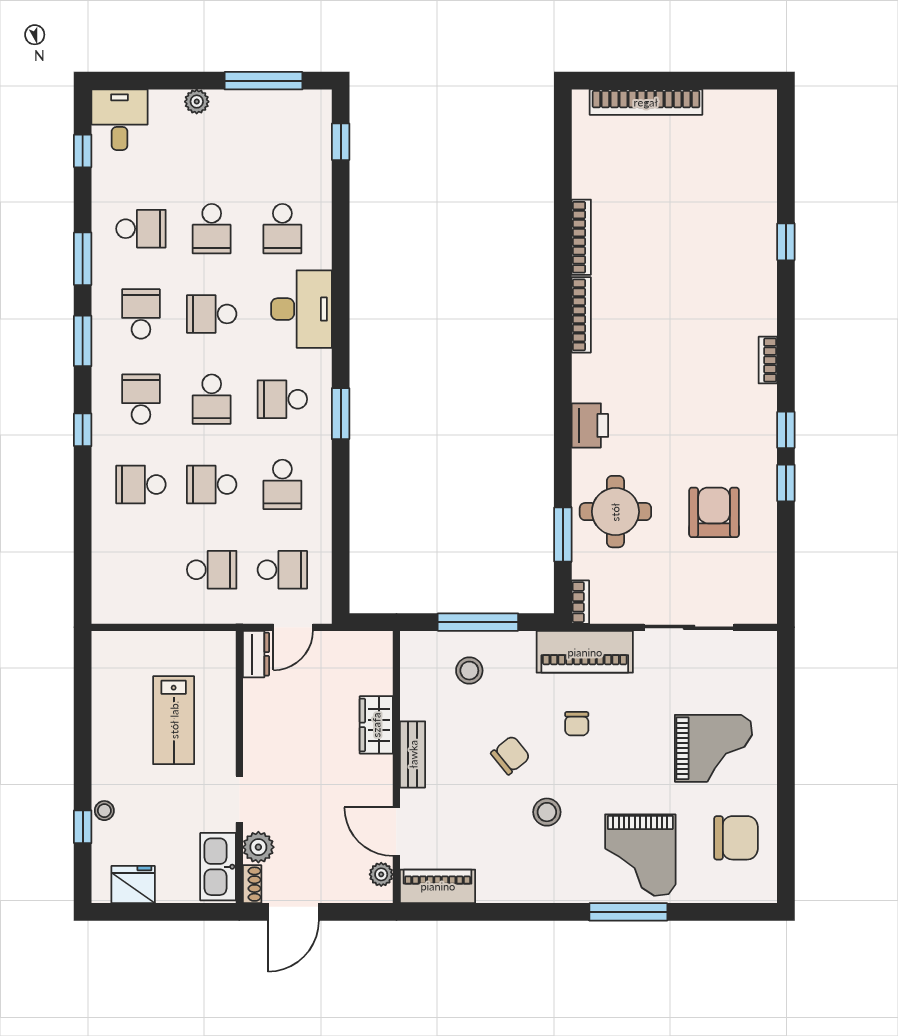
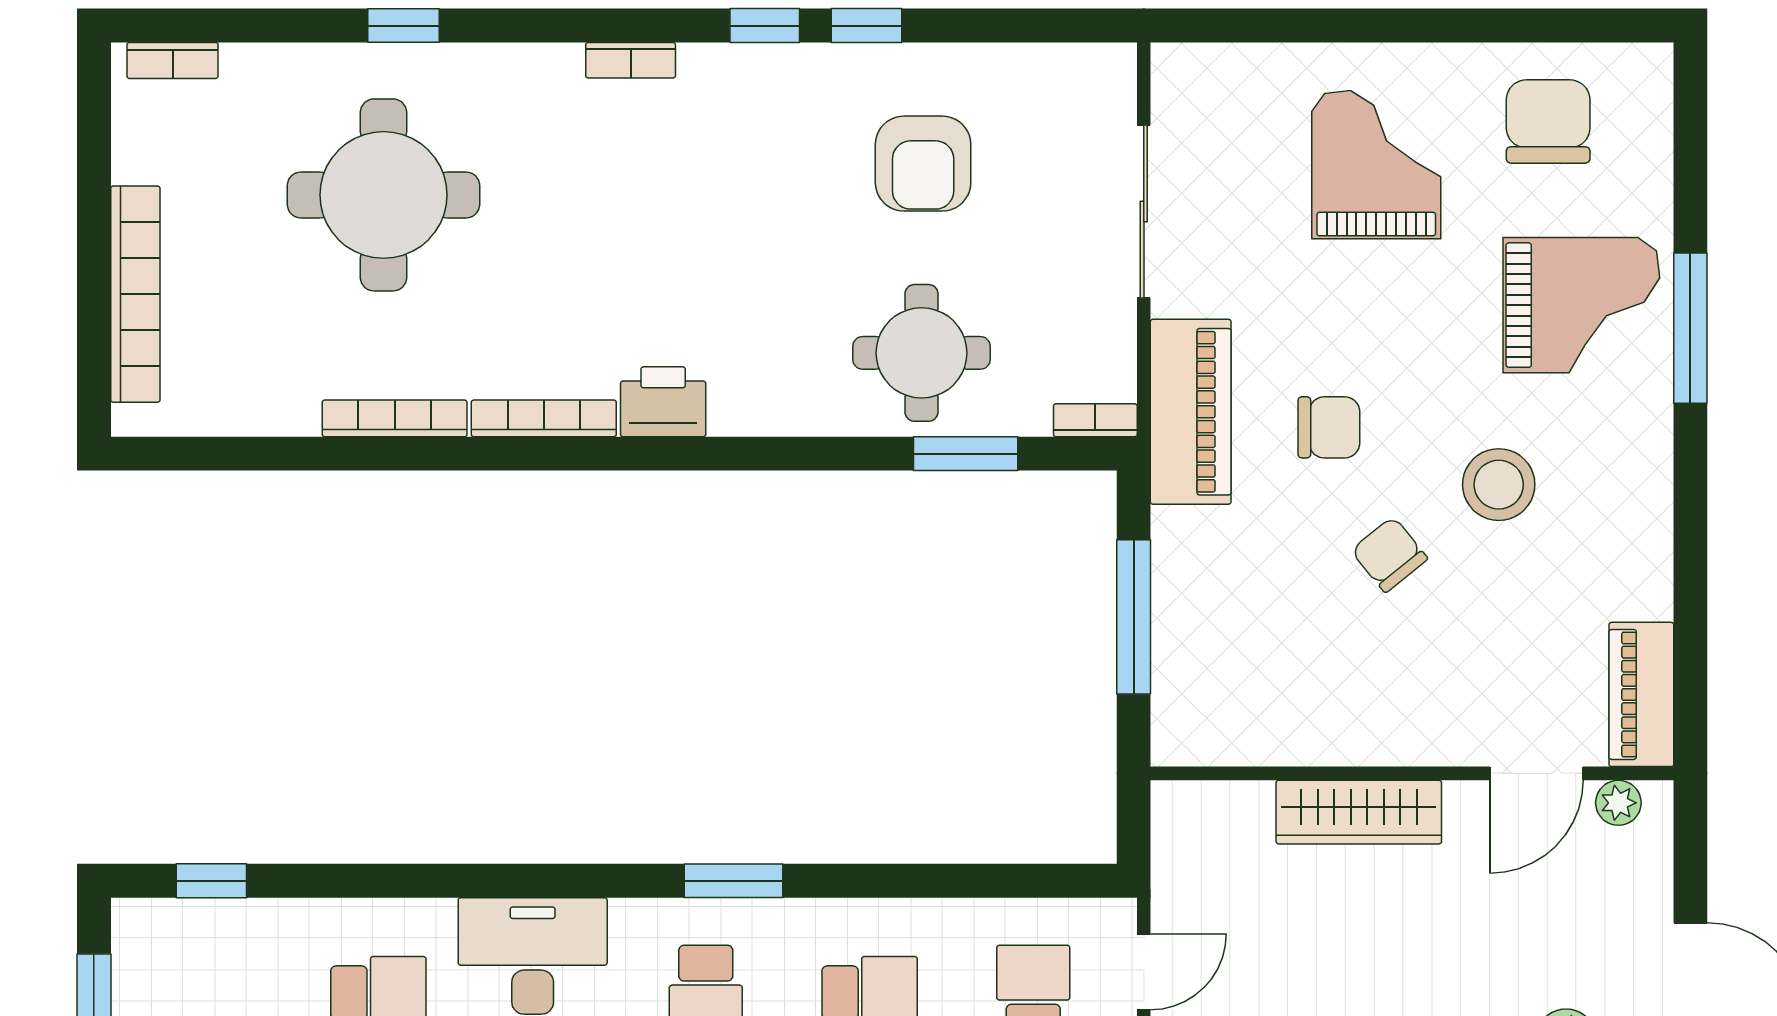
bookcase: (768, 122) -> (173, 60), added
round table: (698, 231) -> (383, 195), added
printer: (590, 425) -> (663, 402), moved
armchair: (714, 512) -> (923, 164), turned -90
door: (293, 627) -> (1144, 972), hinge flipped
stool: (469, 671) -> (1227, 634), removed
chair: (577, 724) -> (1329, 427), width x1.37, depth x1.37
wardrobe: (376, 725) -> (1359, 812), width x1.50
bench: (413, 754) -> (1388, 742), removed
stool: (547, 812) -> (1499, 485), width x1.38, depth x1.38

